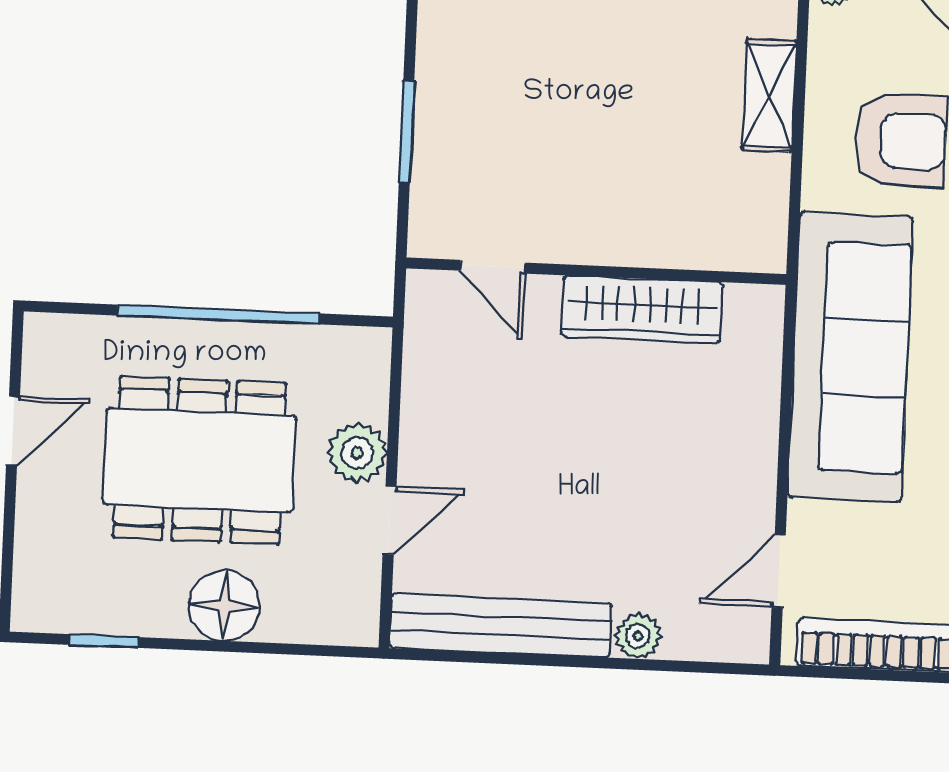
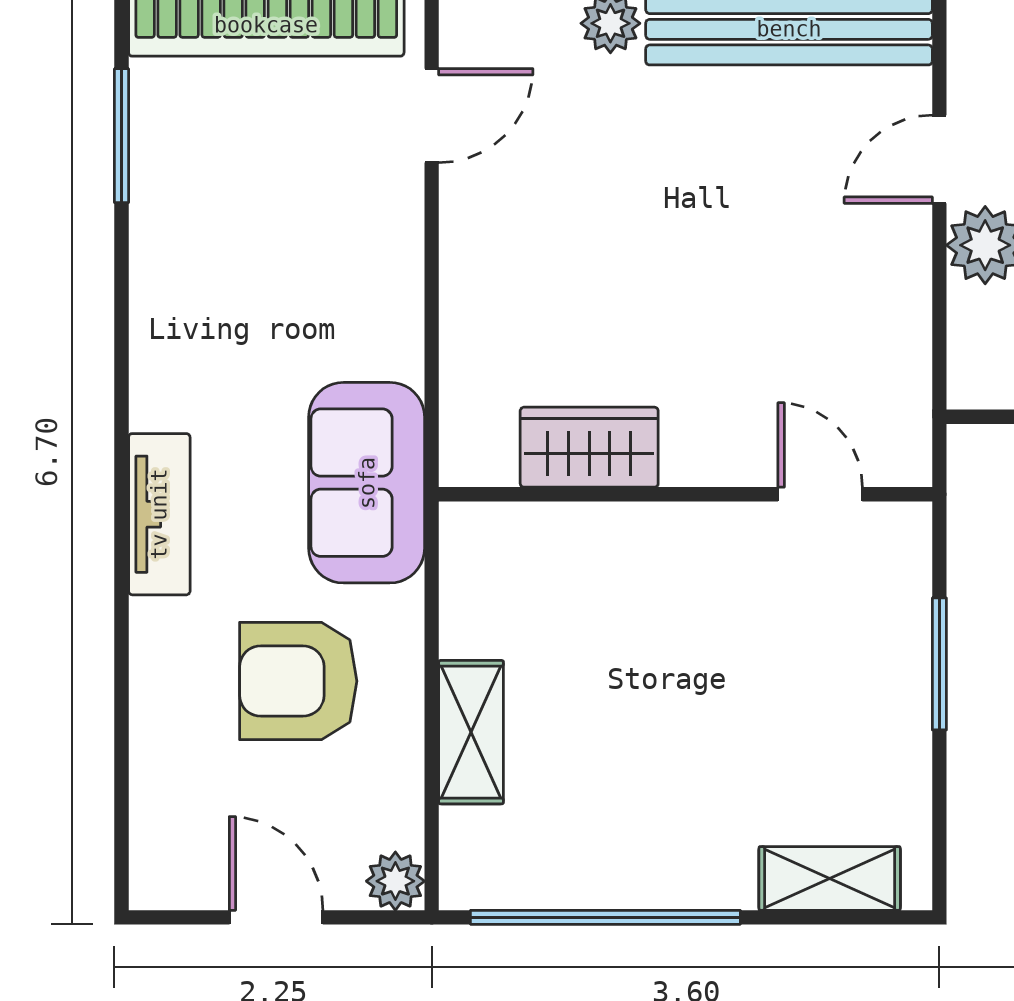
wardrobe: (642, 309) -> (589, 447), width x0.67
sofa: (850, 357) -> (367, 483), width x0.54, depth x0.79

